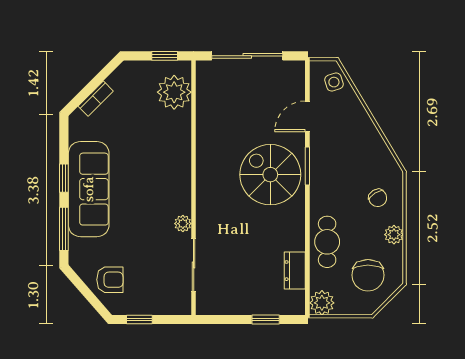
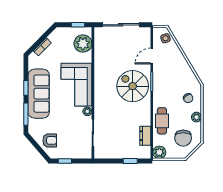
corner sofa: (162, 172) -> (76, 85), added

